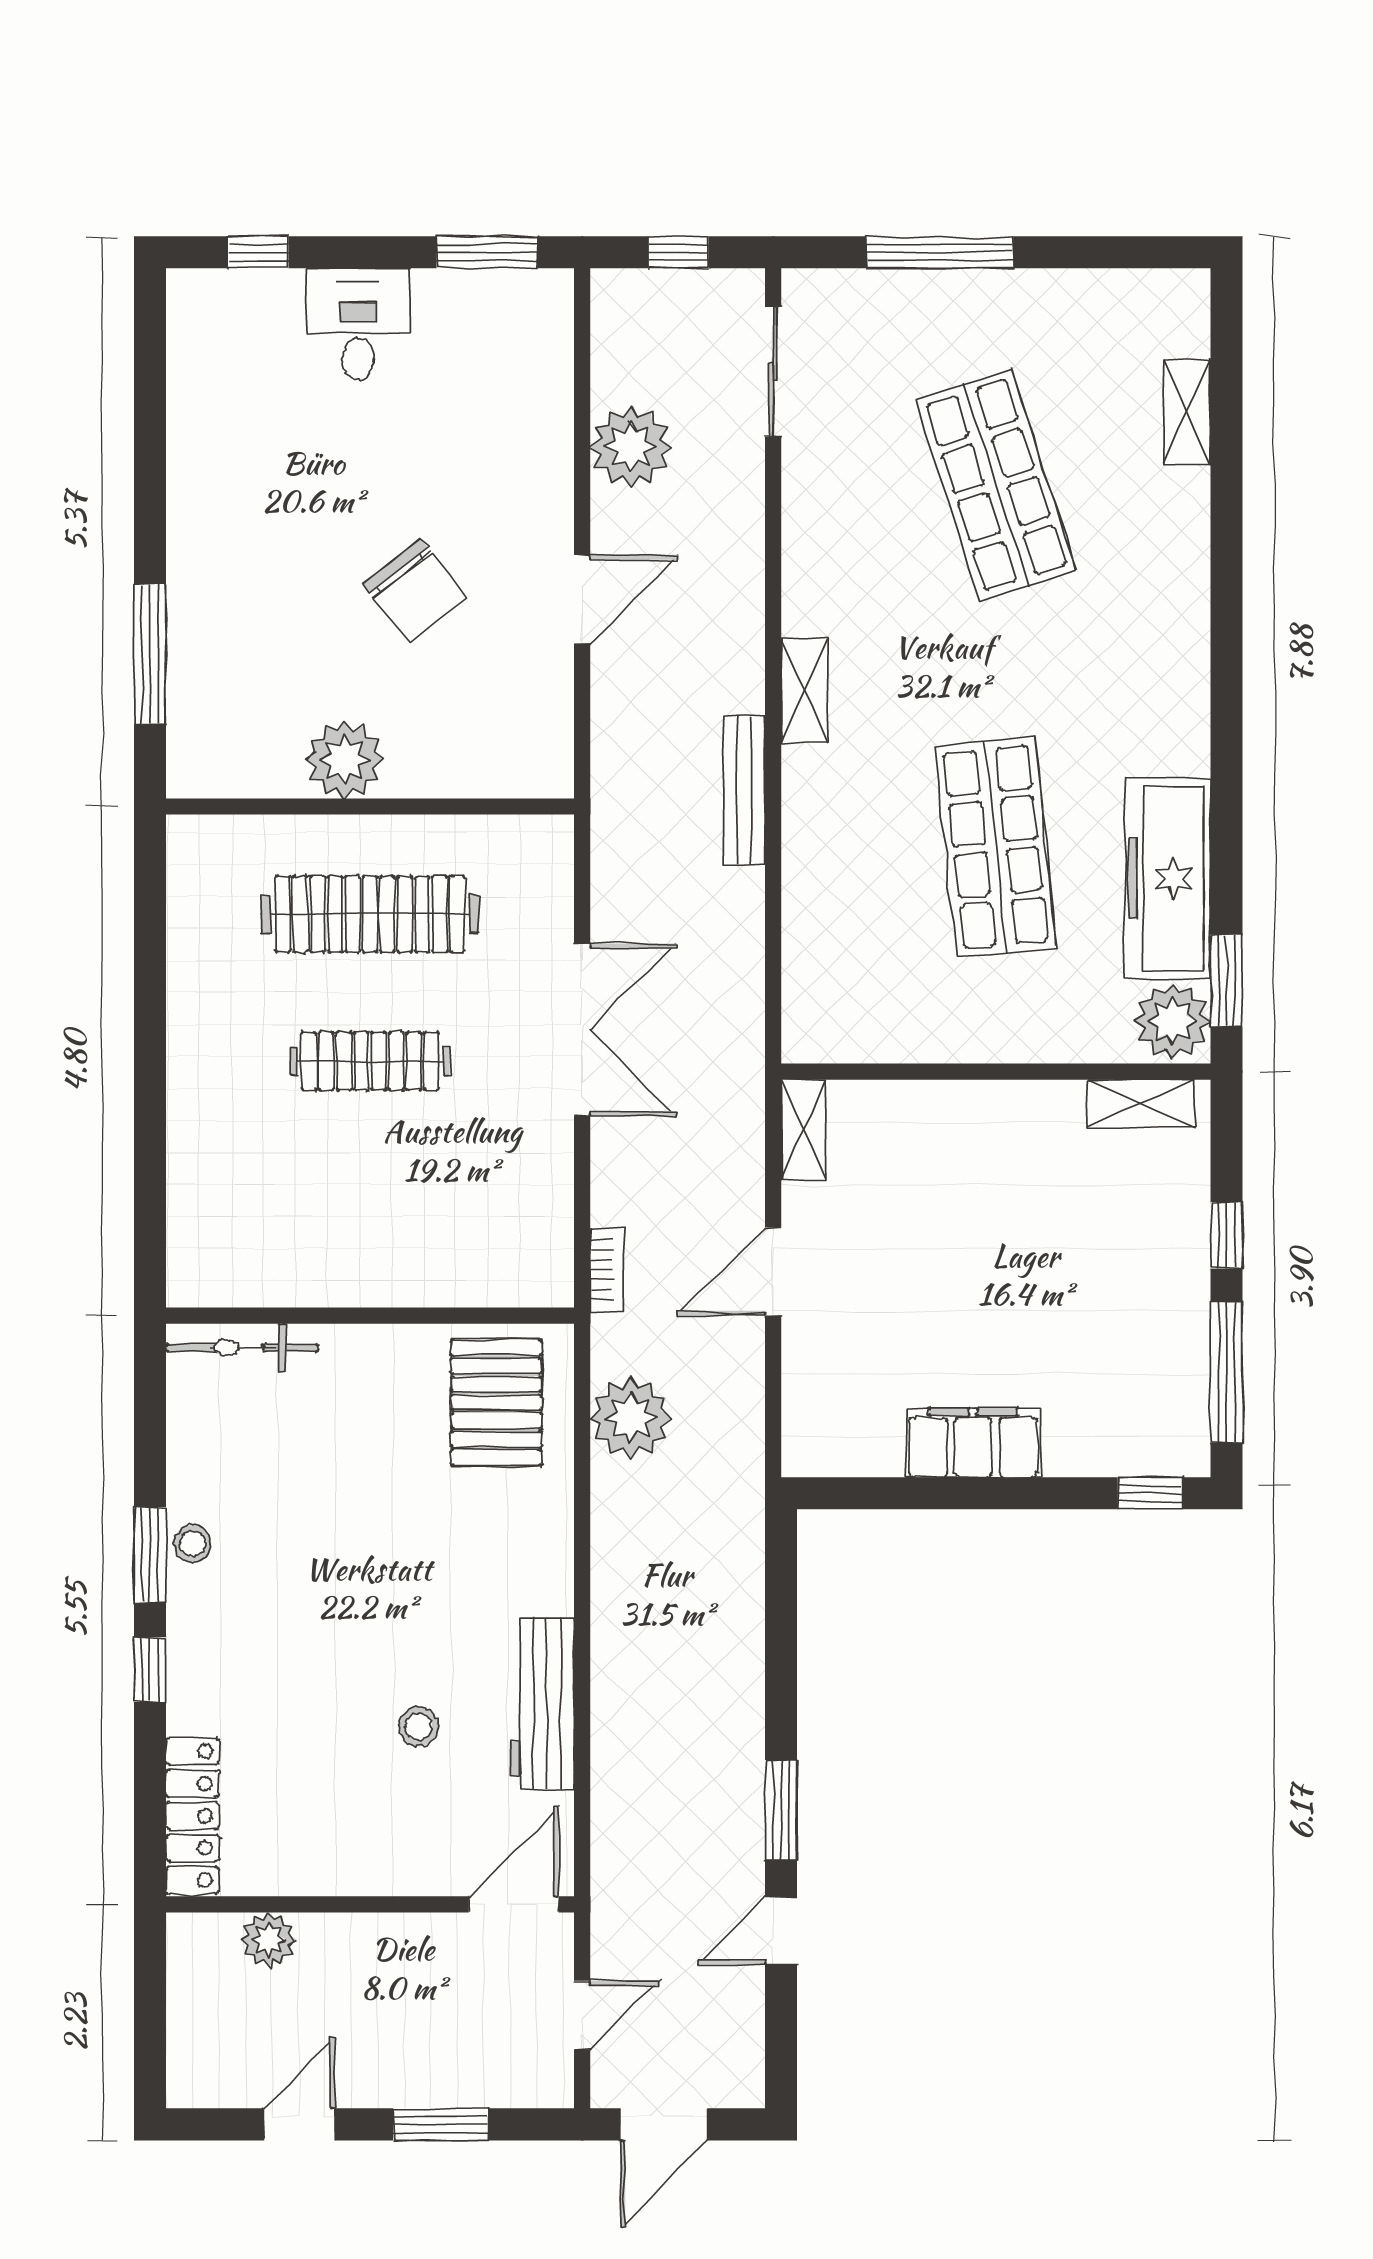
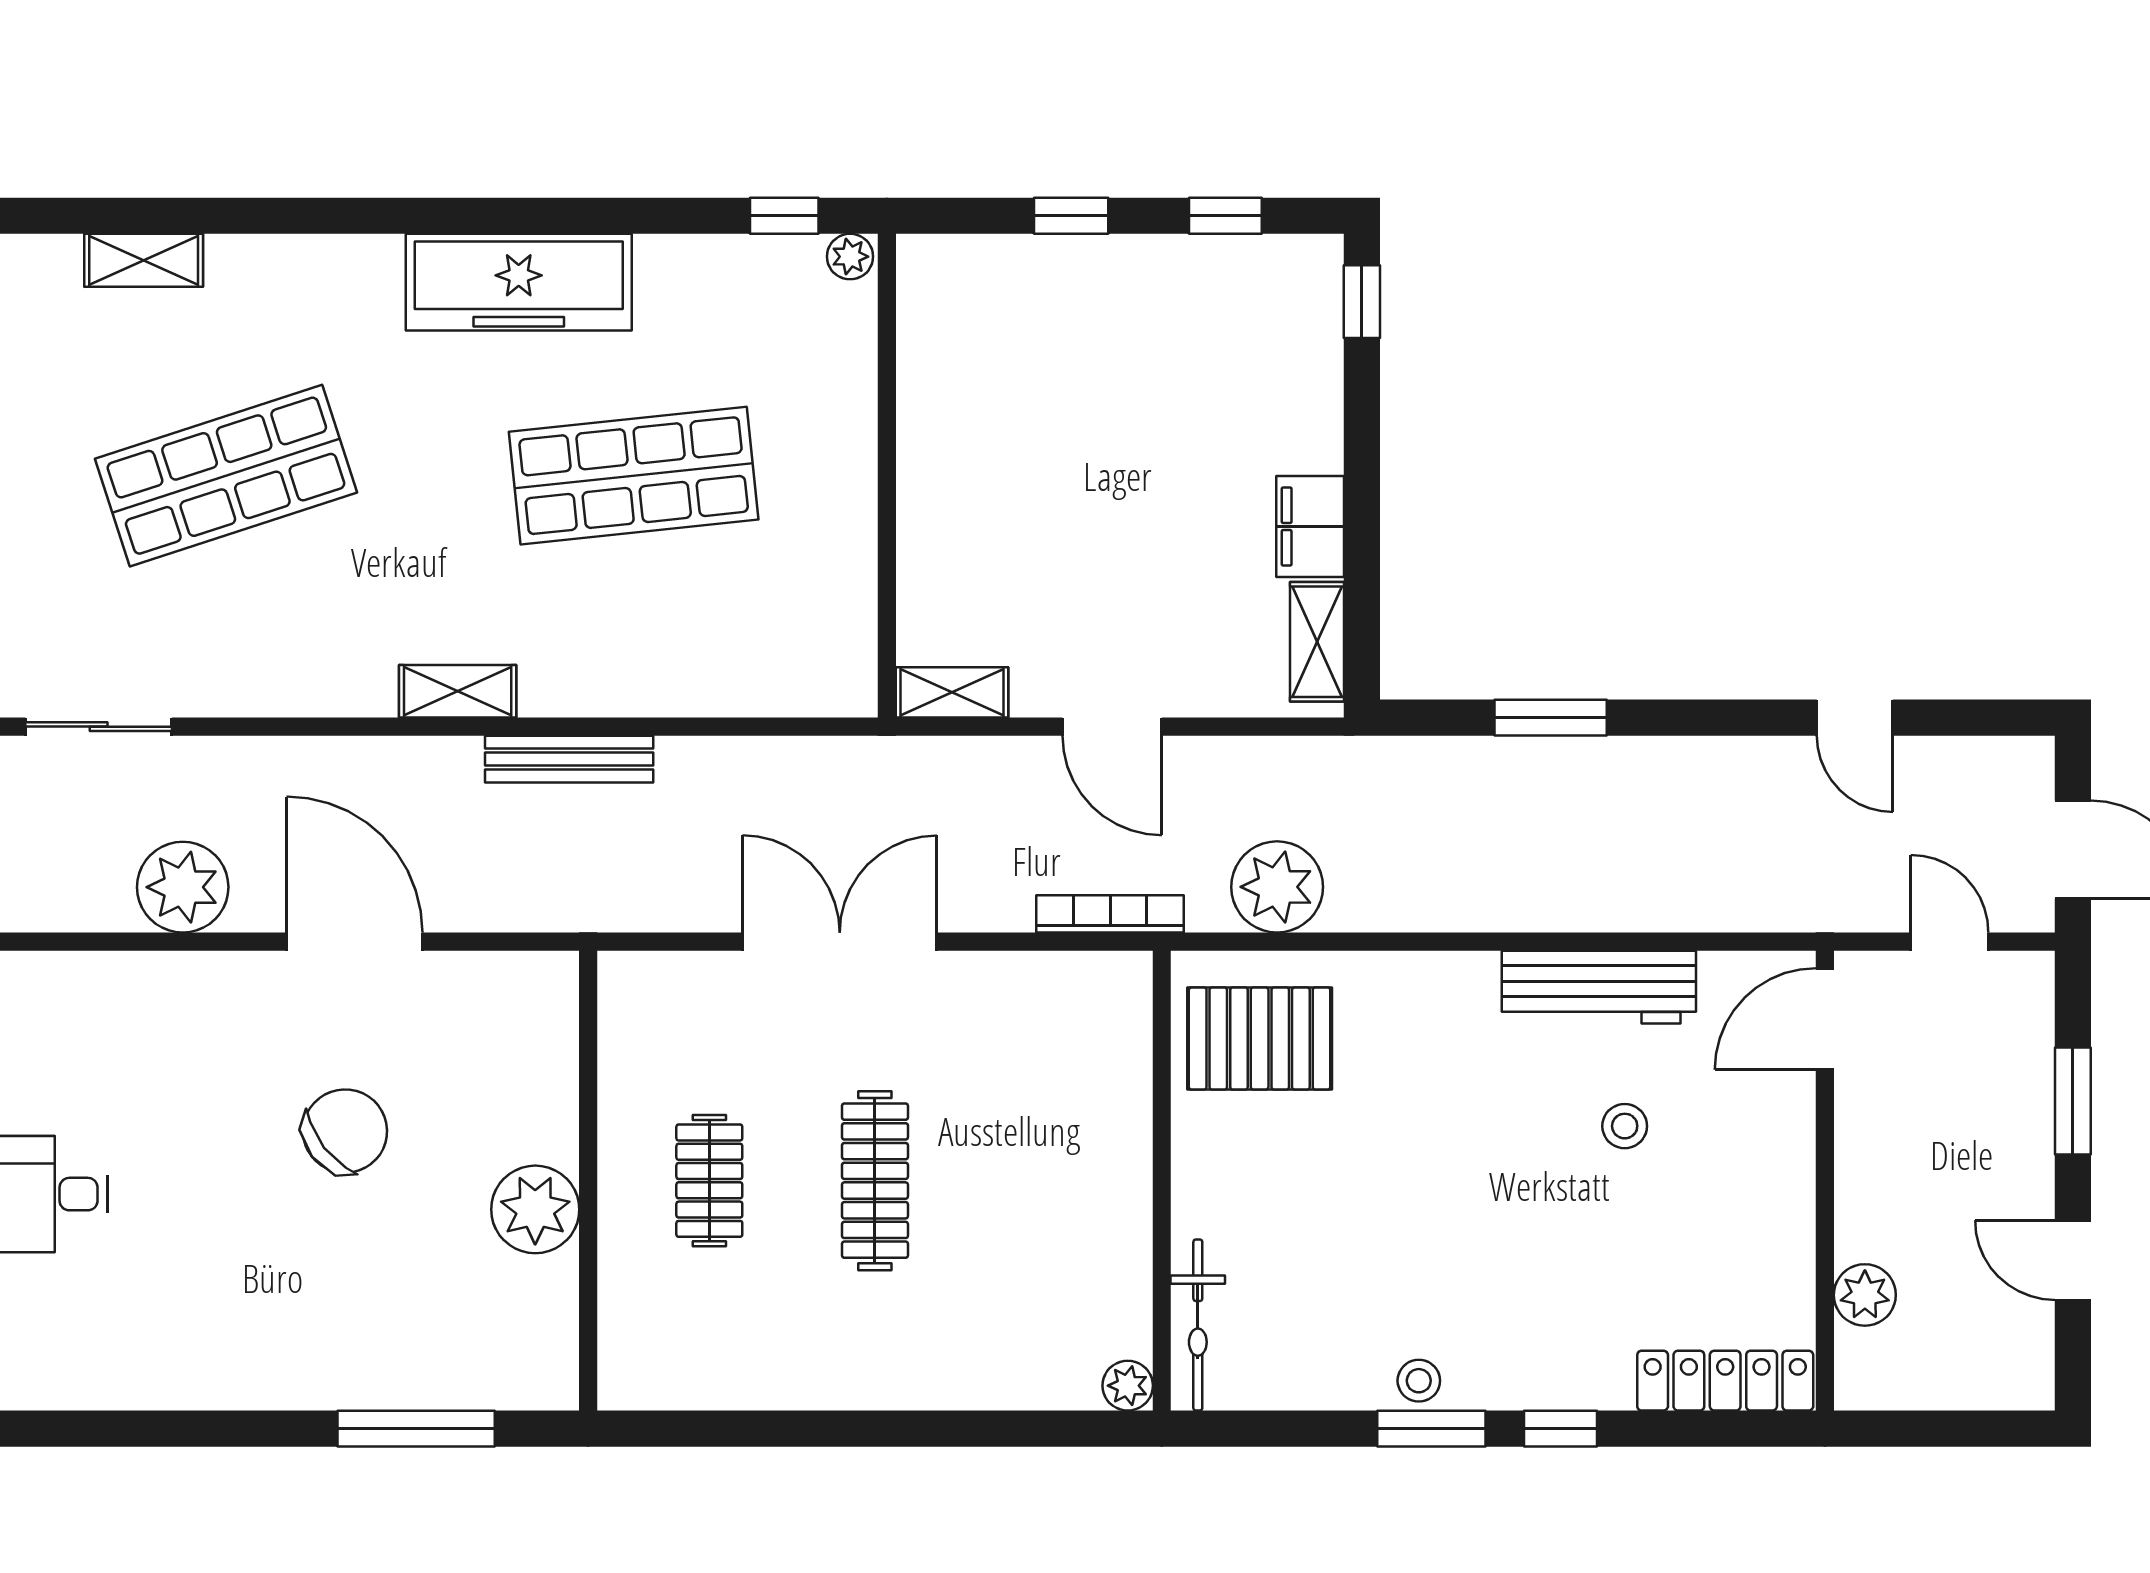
door: (582, 599) -> (355, 942), width x1.36
freezer: (1168, 879) -> (519, 282), moved
clothes rail: (370, 914) -> (709, 1181), width x0.54, depth x0.76
window: (1227, 981) -> (784, 216), width x0.67
plant: (1173, 1021) -> (850, 257), width x0.53, depth x0.53
shelving: (1141, 1104) -> (1317, 642), moved
bookcase: (607, 1270) -> (1110, 914), width x1.56
plant: (188, 1285) -> (1128, 1386), added
window: (1227, 1372) -> (1225, 216), width x0.46
filing cabinet: (973, 1442) -> (1310, 527), width x0.67, depth x0.86
window: (781, 1810) -> (1551, 718), moved
door: (514, 1904) -> (1825, 1019), hinge flipped

